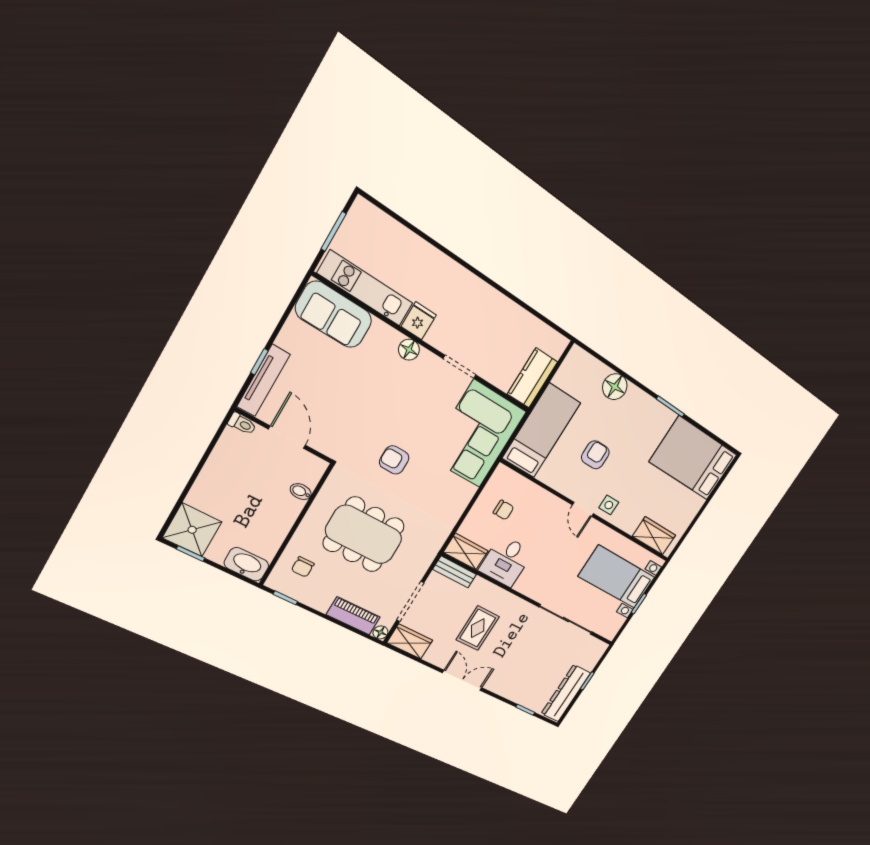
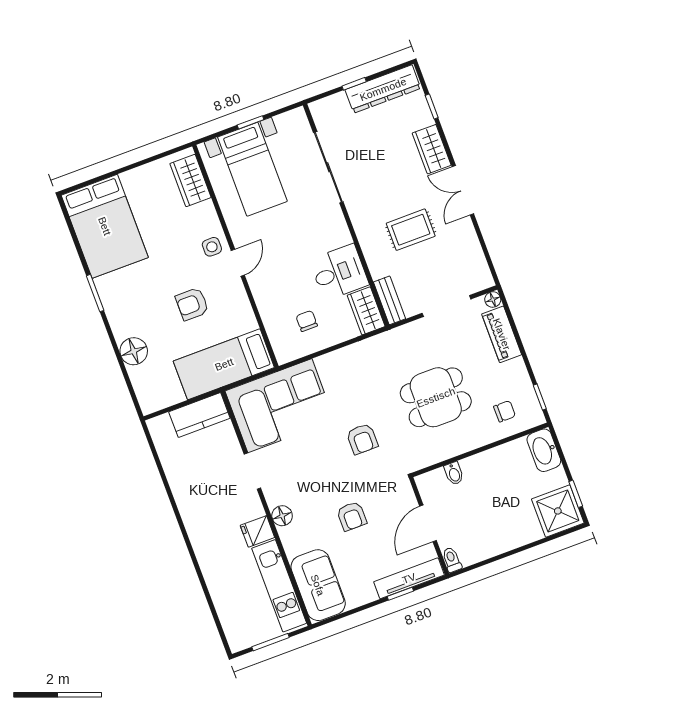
armchair: (353, 394) -> (352, 516), added
dining table: (364, 535) -> (436, 397), width x0.73
wardrobe: (410, 641) -> (432, 149), moved

